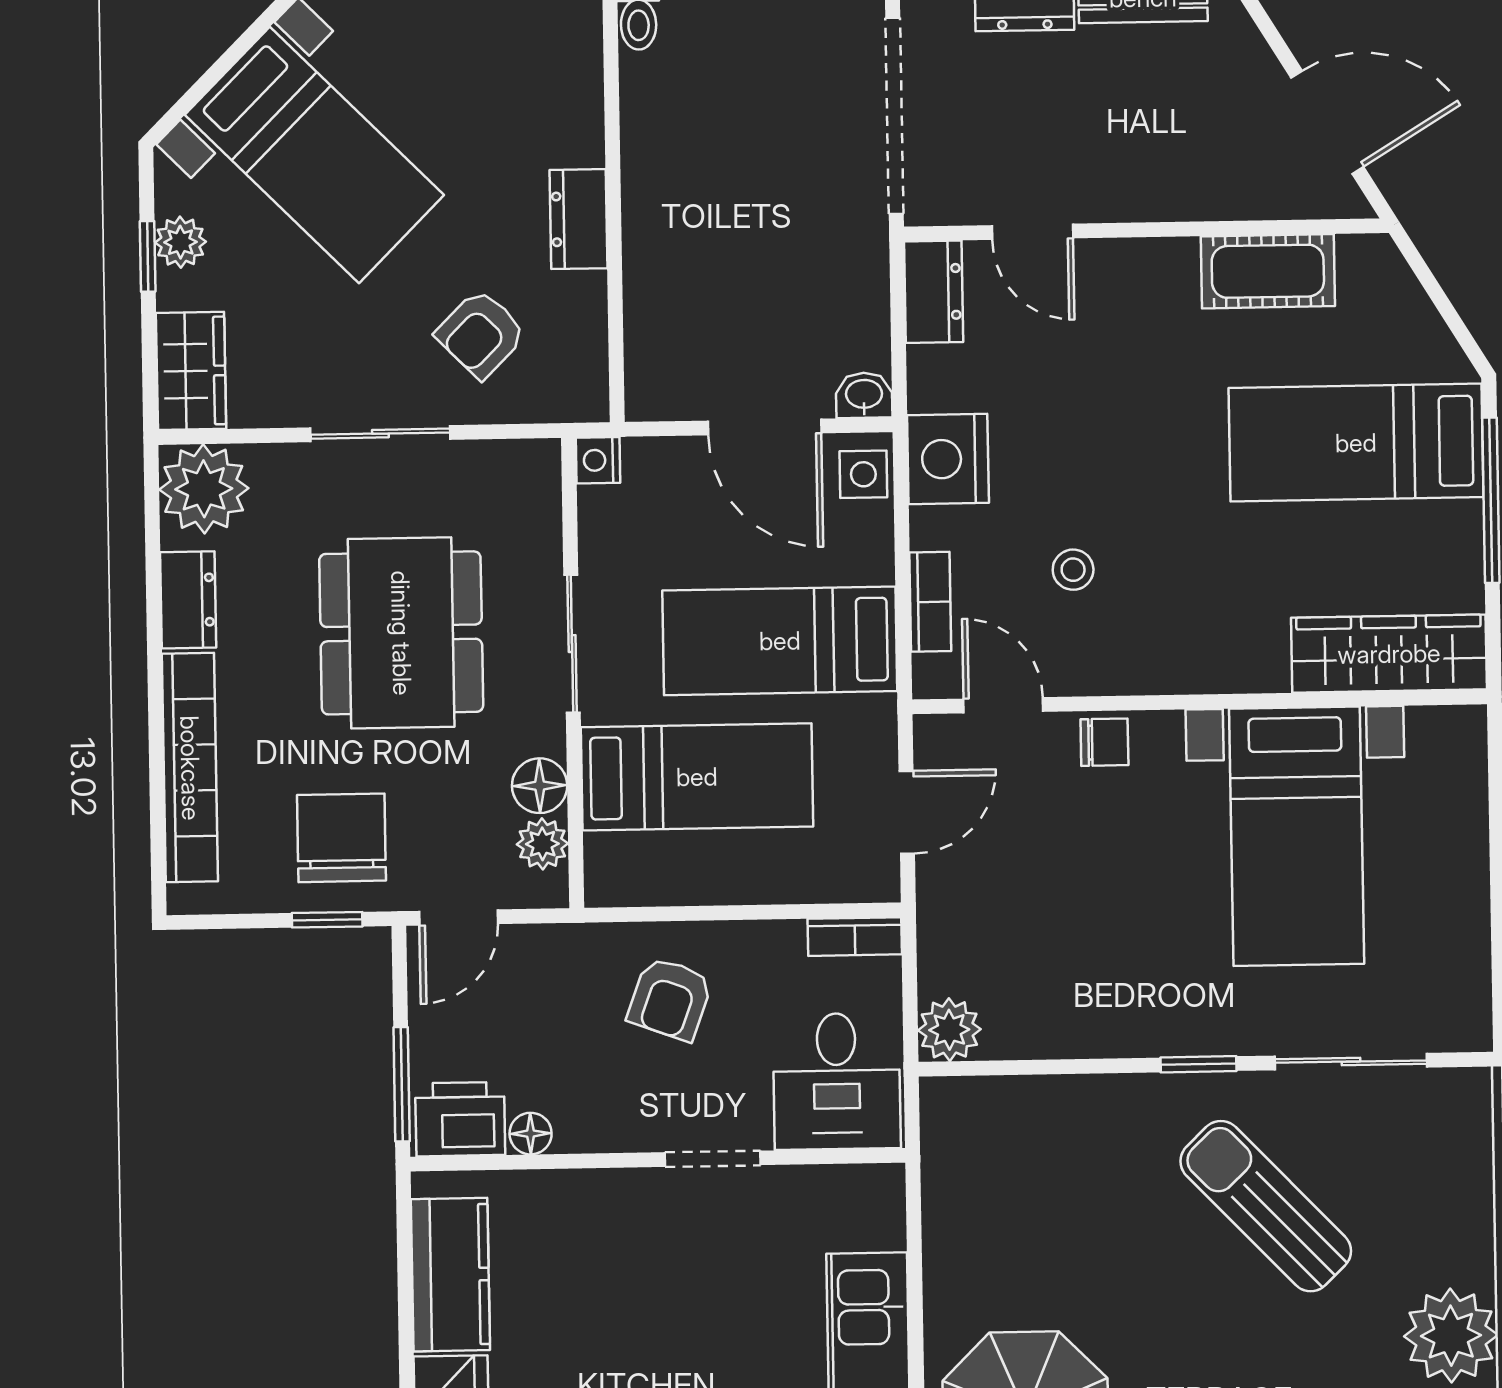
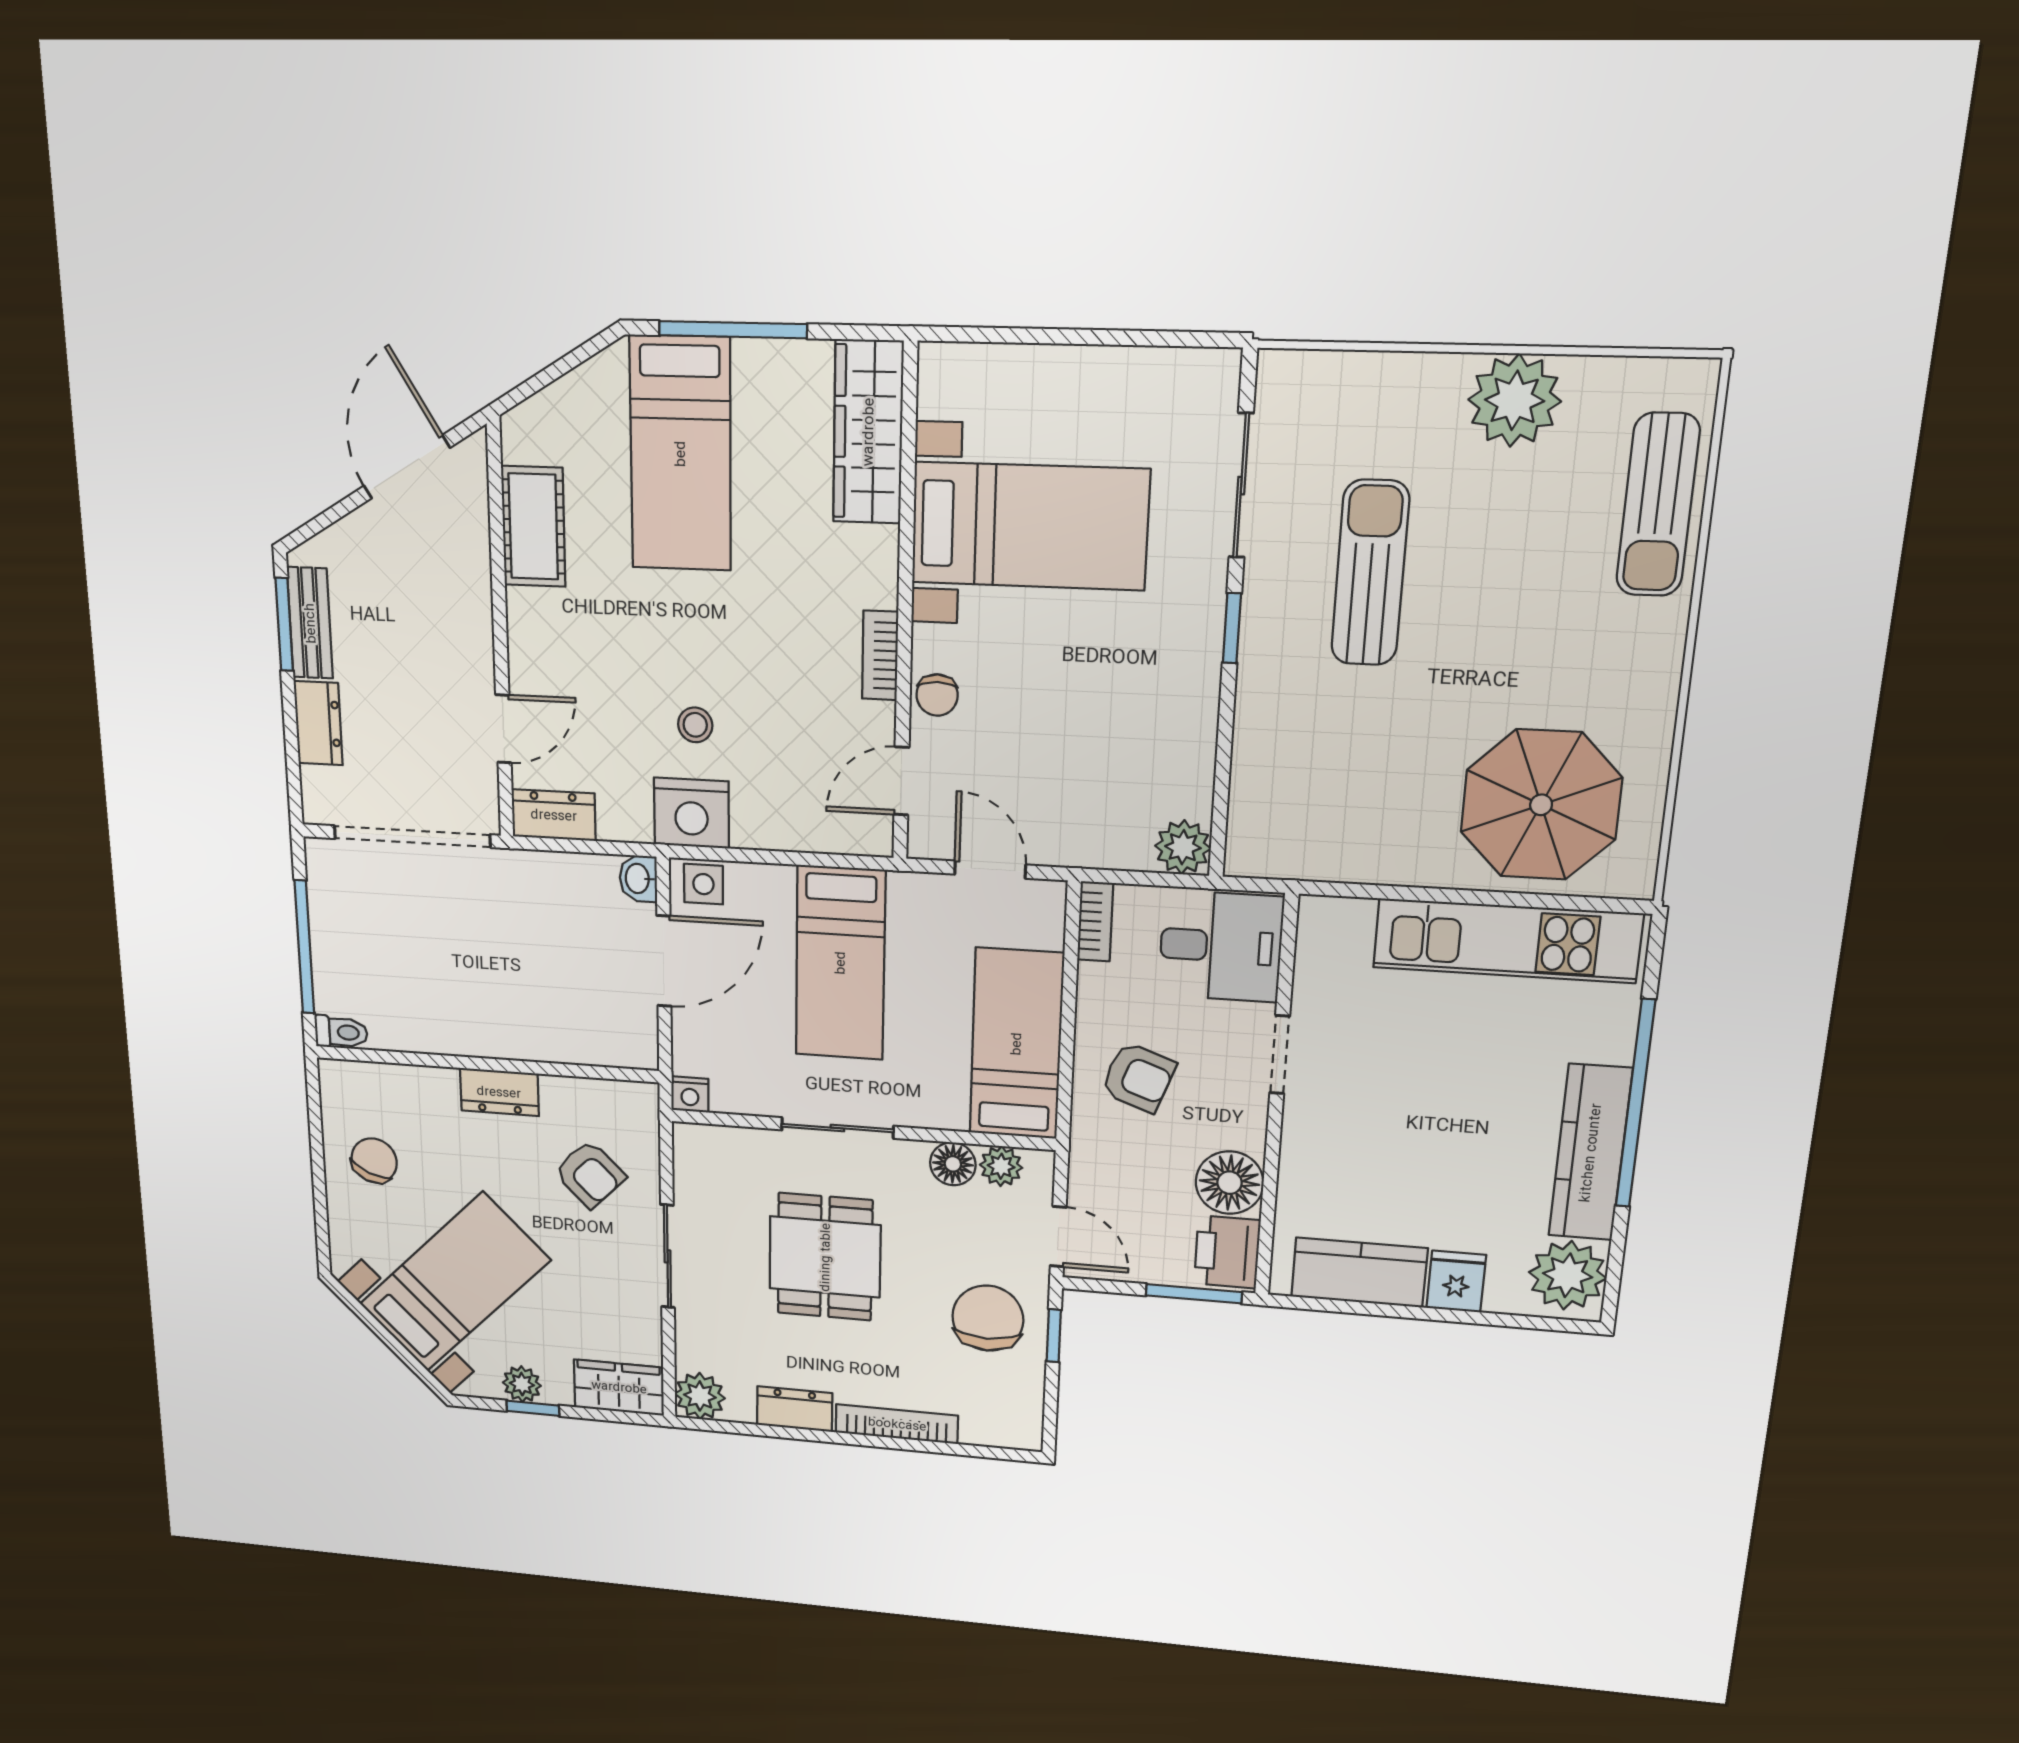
chair: (471, 53) -> (374, 1161), added
plant: (204, 489) -> (700, 1396), width x0.73, depth x0.73
stool: (1073, 570) -> (695, 725), moved
bookcase: (930, 602) -> (880, 655), moved, turned -90
dining table: (401, 633) -> (825, 1257), width x0.73
chair: (1104, 742) -> (937, 695), turned 180
bookcase: (190, 768) -> (897, 1424), width x0.68, depth x0.76
bed: (697, 777) -> (1016, 1044), moved
chair: (341, 838) -> (988, 1318), turned 90
floor lamp: (531, 1134) -> (1230, 1183), width x1.89, depth x1.89
sun lounger: (1266, 1206) -> (1370, 573), turned 134

